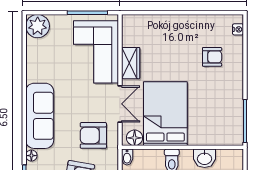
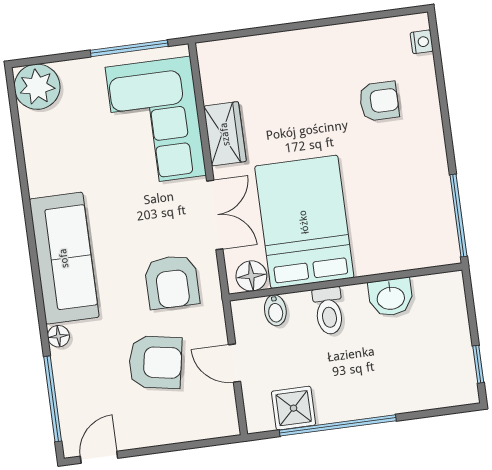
armchair: (93, 135) -> (172, 282), turned -90
bidet: (127, 157) -> (275, 310), moved

